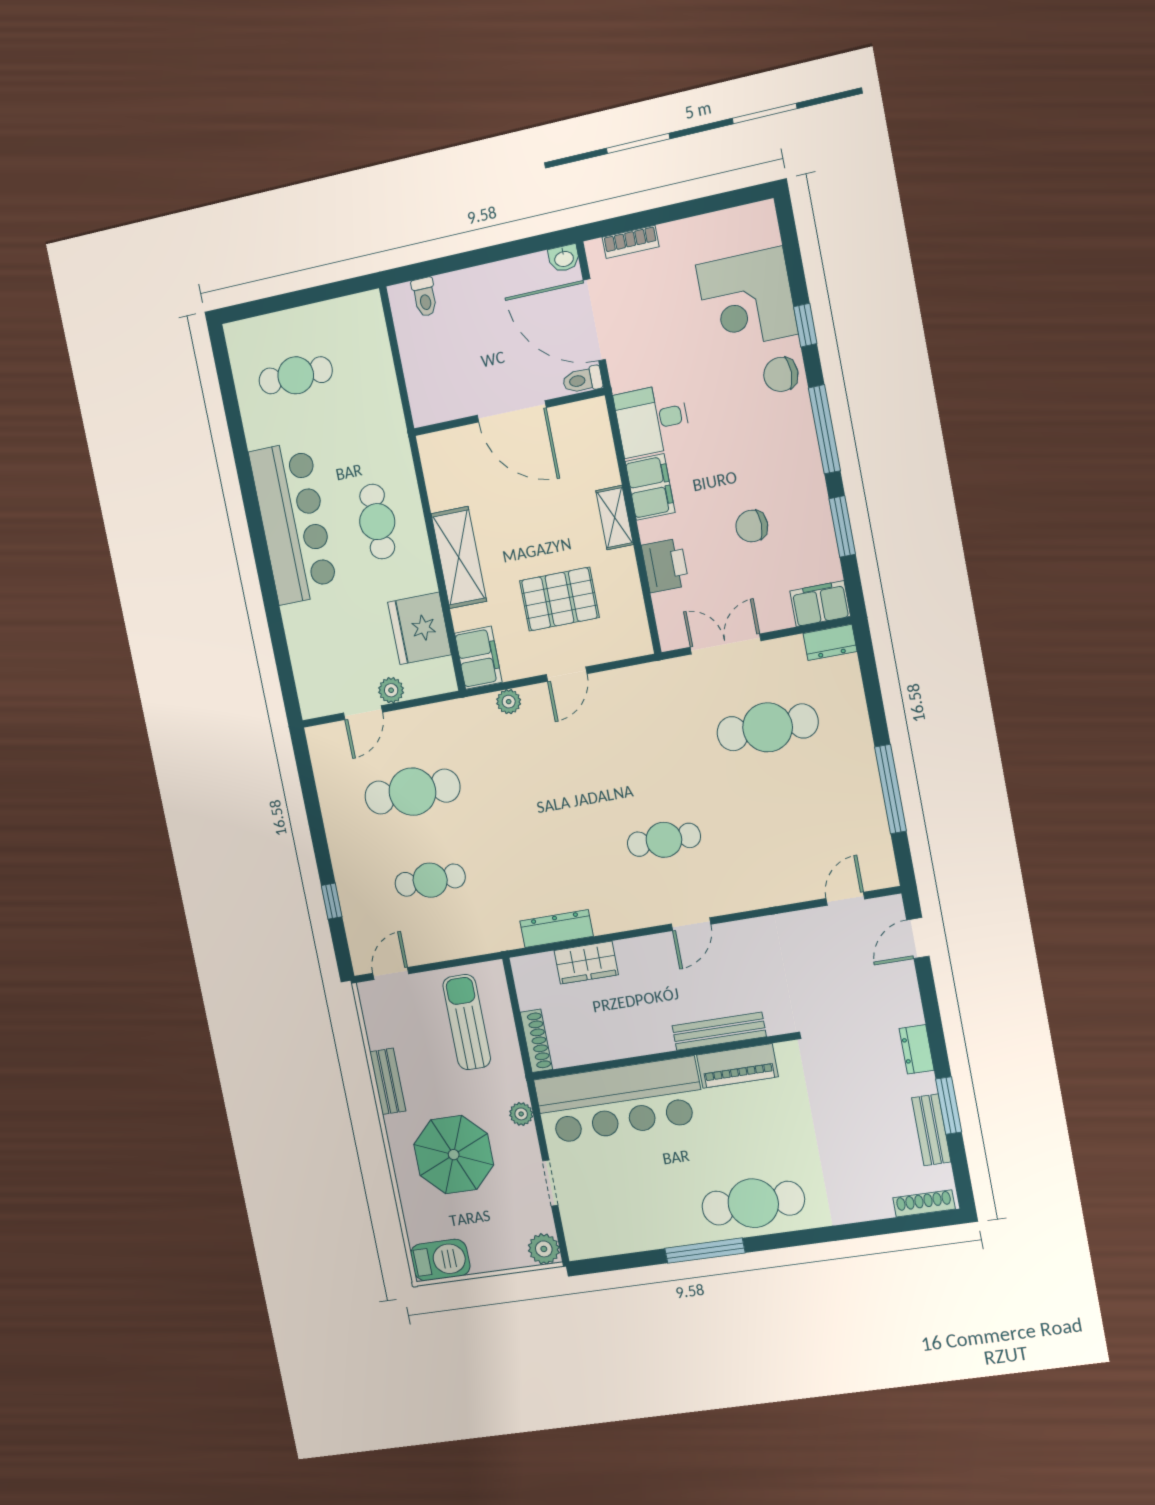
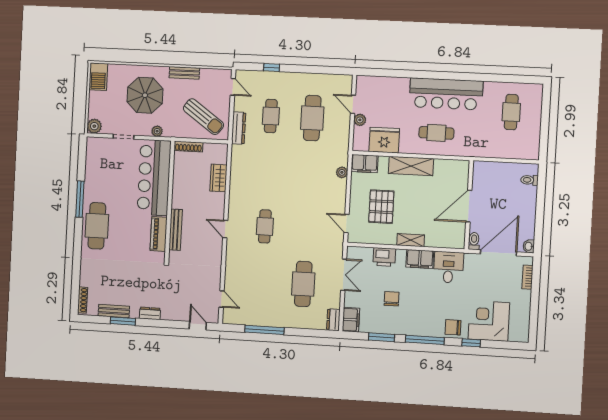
chair: (781, 374) -> (453, 327), turned -90
door: (567, 674) -> (346, 224), moved
dresser: (557, 929) -> (239, 128), moved
sun lounger: (467, 1022) -> (203, 117), turned 36

